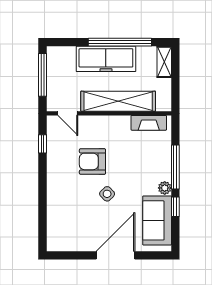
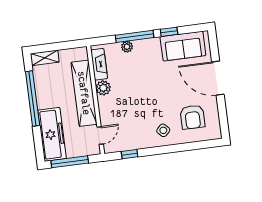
freezer: (106, 59) -> (52, 134), moved
plant: (121, 124) -> (103, 88), added
armchair: (92, 161) -> (192, 117), moved
plant: (165, 188) -> (127, 47), moved
side table: (107, 194) -> (163, 130), moved

